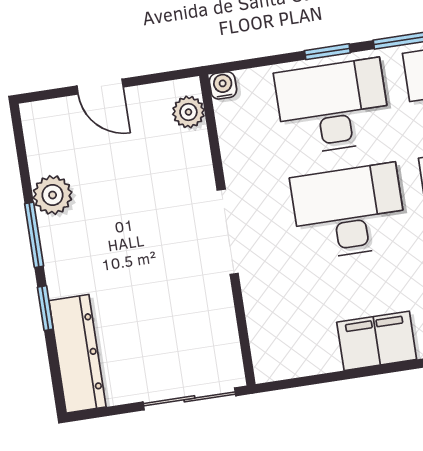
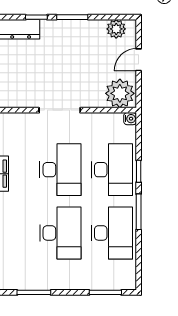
plant: (188, 112) -> (120, 93), width x1.88, depth x1.88
plant: (53, 195) -> (116, 29), moved

